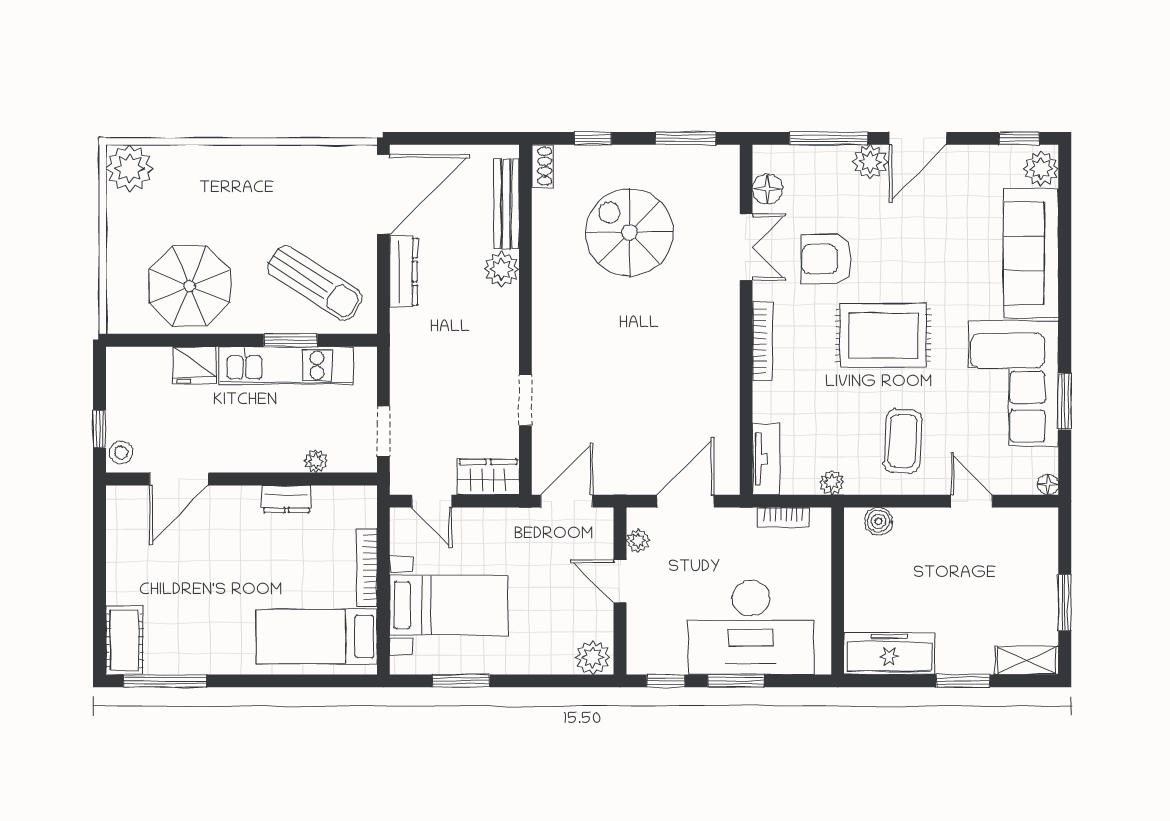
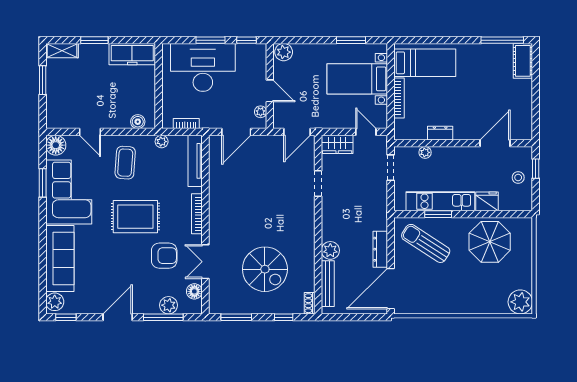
plant: (870, 162) -> (169, 305), moved
stool: (121, 453) -> (518, 177), moved
tv unit: (766, 459) -> (195, 161), width x1.41
floor lamp: (1048, 484) -> (56, 145), width x1.89, depth x1.89

